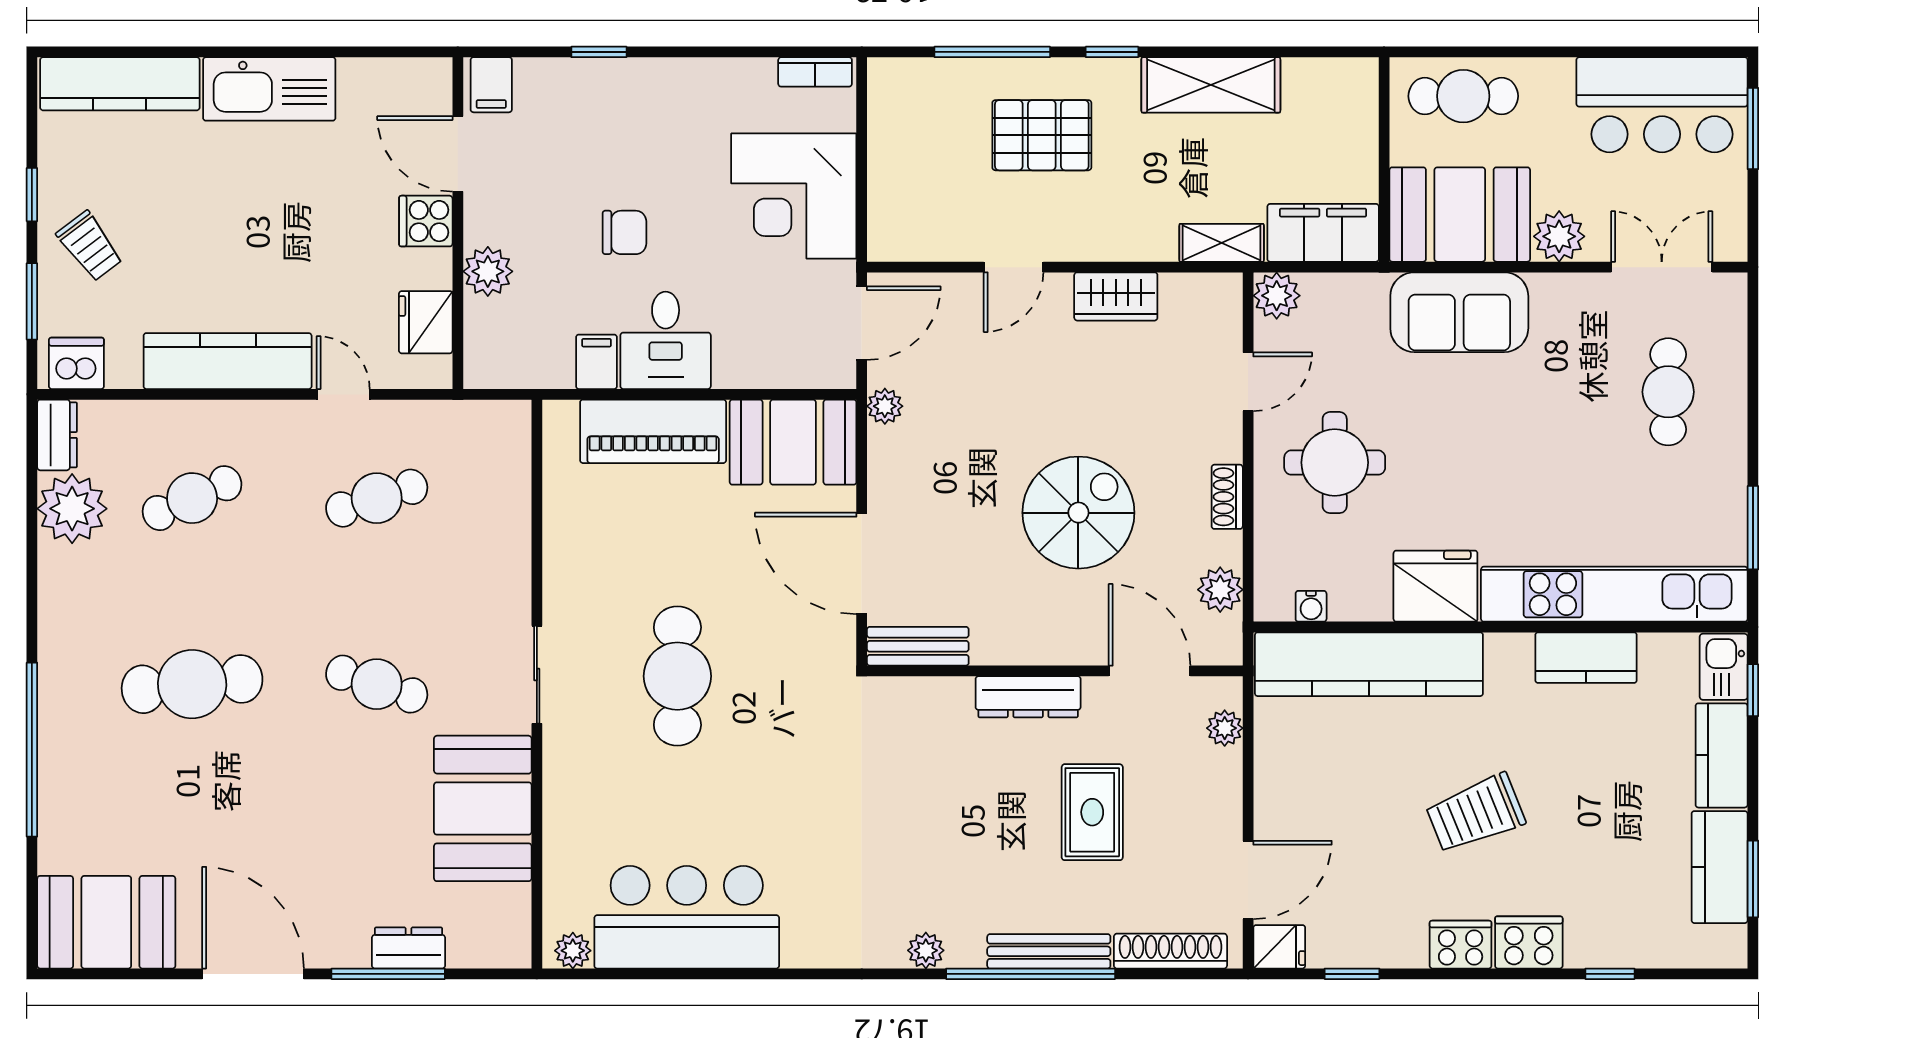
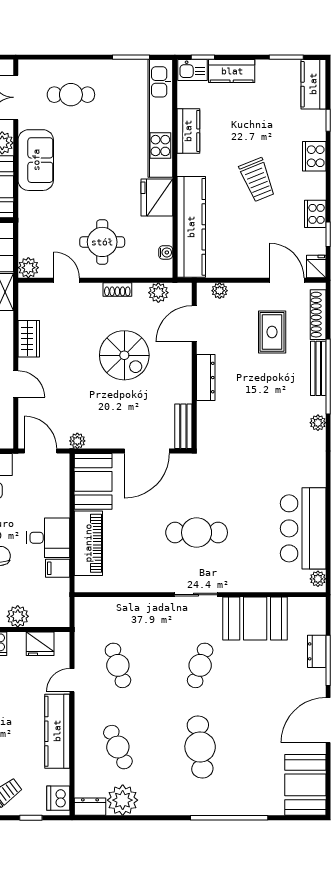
window: (32, 301) -> (31, 818), width x0.67
sofa: (1459, 312) -> (36, 160), moved
spiral stairs: (1078, 513) -> (124, 355), turned 180
rug: (1092, 812) -> (272, 332), moved, turned 90
kitchen counter: (1720, 867) -> (313, 84), moved, turned 90
cooker: (1461, 945) -> (315, 214), moved

